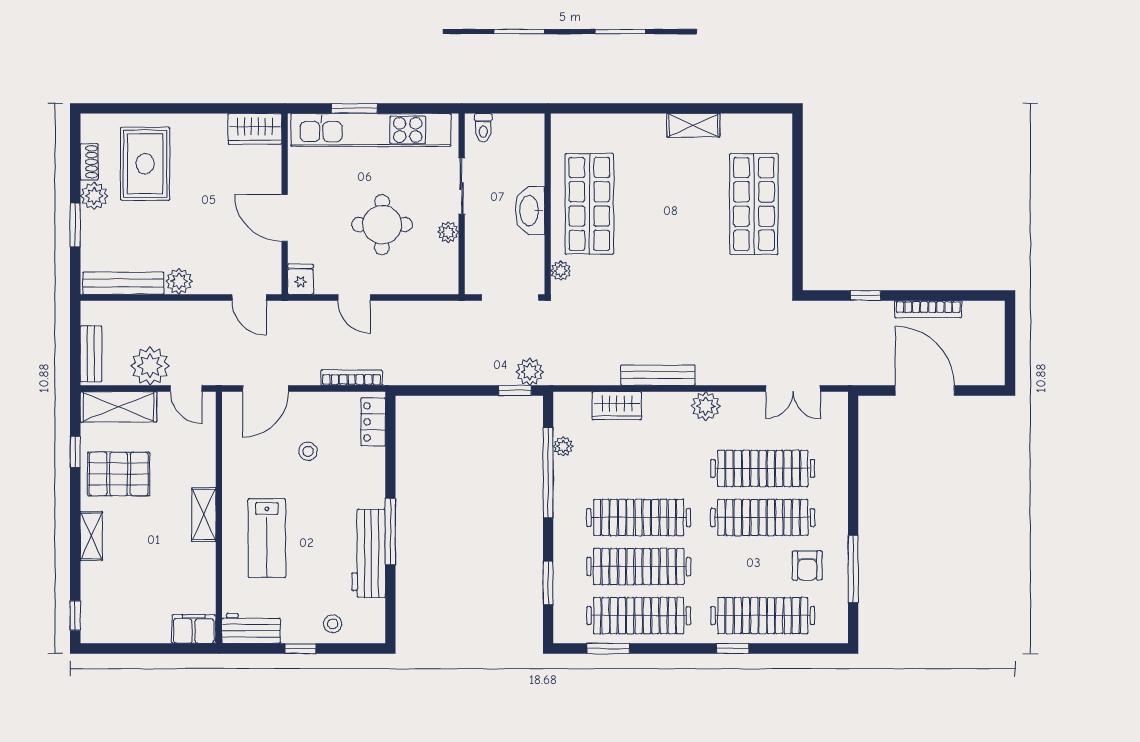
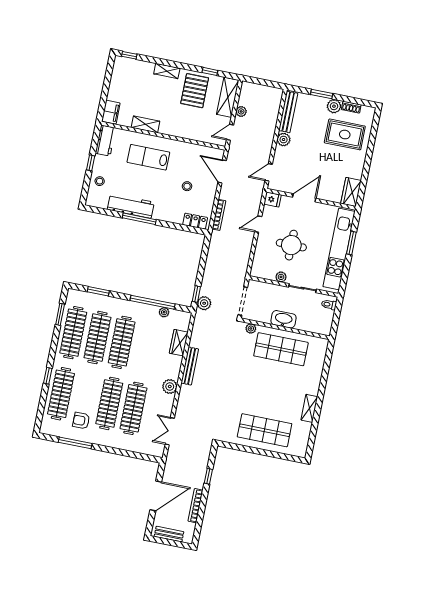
bench: (91, 354) -> (169, 534), moved
plant: (150, 366) -> (241, 111), width x0.53, depth x0.53
shelving: (204, 515) -> (145, 124), moved

